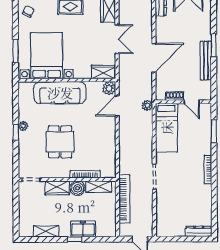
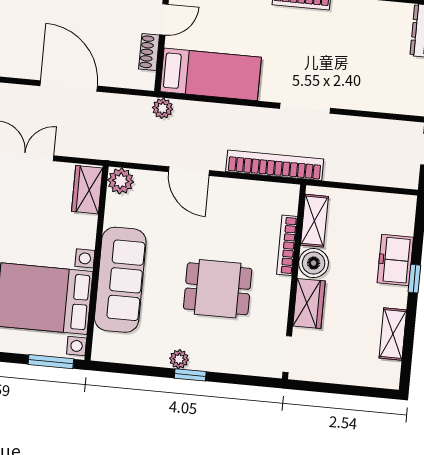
window: (15, 51) -> (51, 362), moved
door: (117, 106) -> (189, 171), moved
bookcase: (124, 199) -> (275, 165), moved

